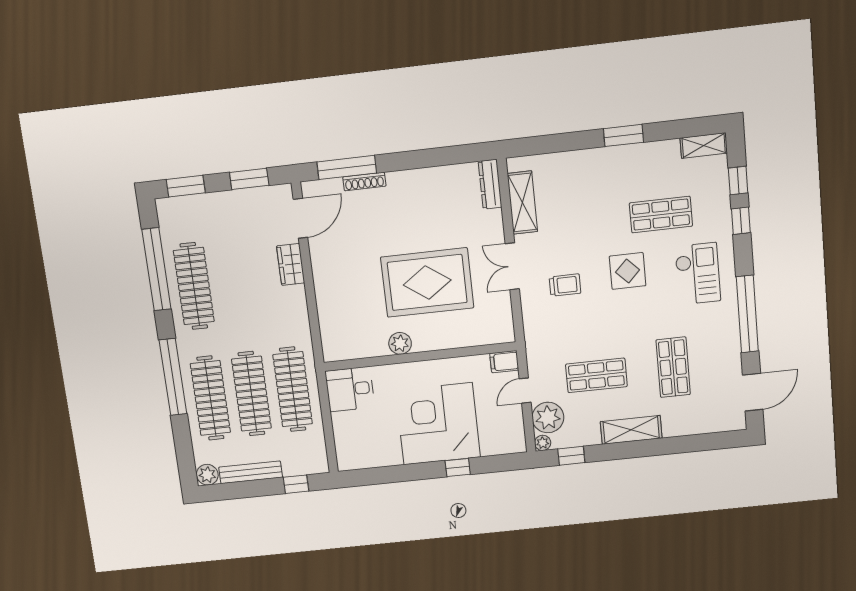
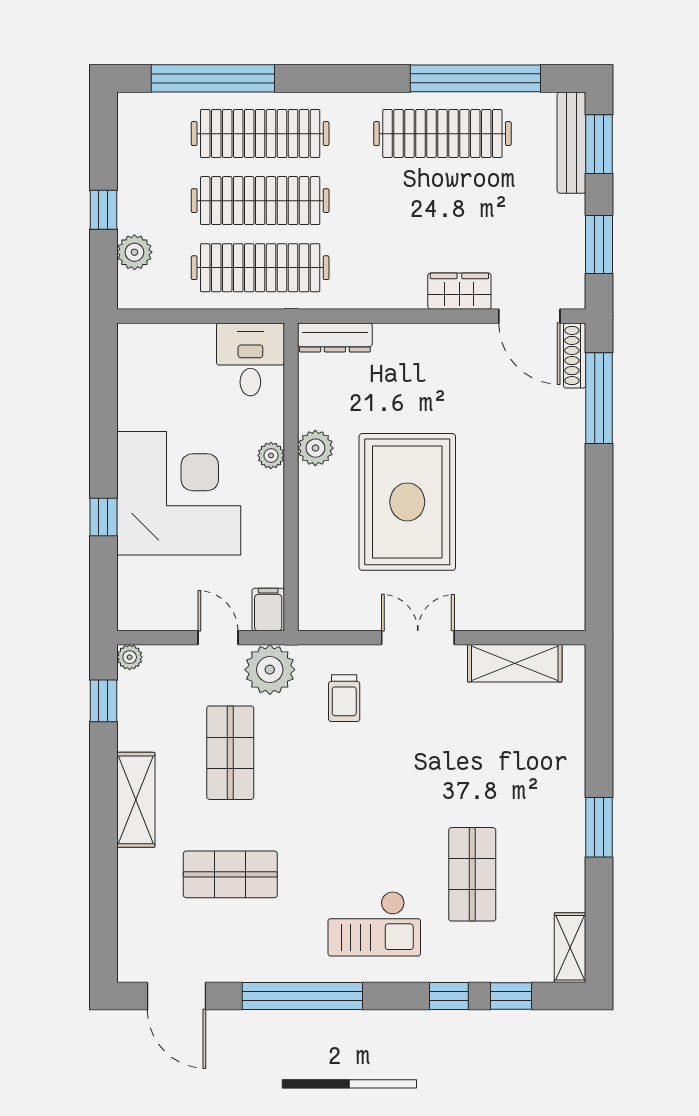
shoe rack: (364, 182) -> (575, 356), moved
dresser: (490, 184) -> (335, 337), moved, turned 180
display table: (628, 271) -> (391, 816), removed
trolley: (565, 285) -> (344, 698), moved
plant: (408, 370) -> (271, 455), added
window: (173, 377) -> (213, 78), moved
plant: (548, 418) -> (270, 670), moved
bench: (251, 472) -> (571, 143), moved
plant: (207, 475) -> (134, 252), moved
window: (296, 484) -> (103, 210), moved

